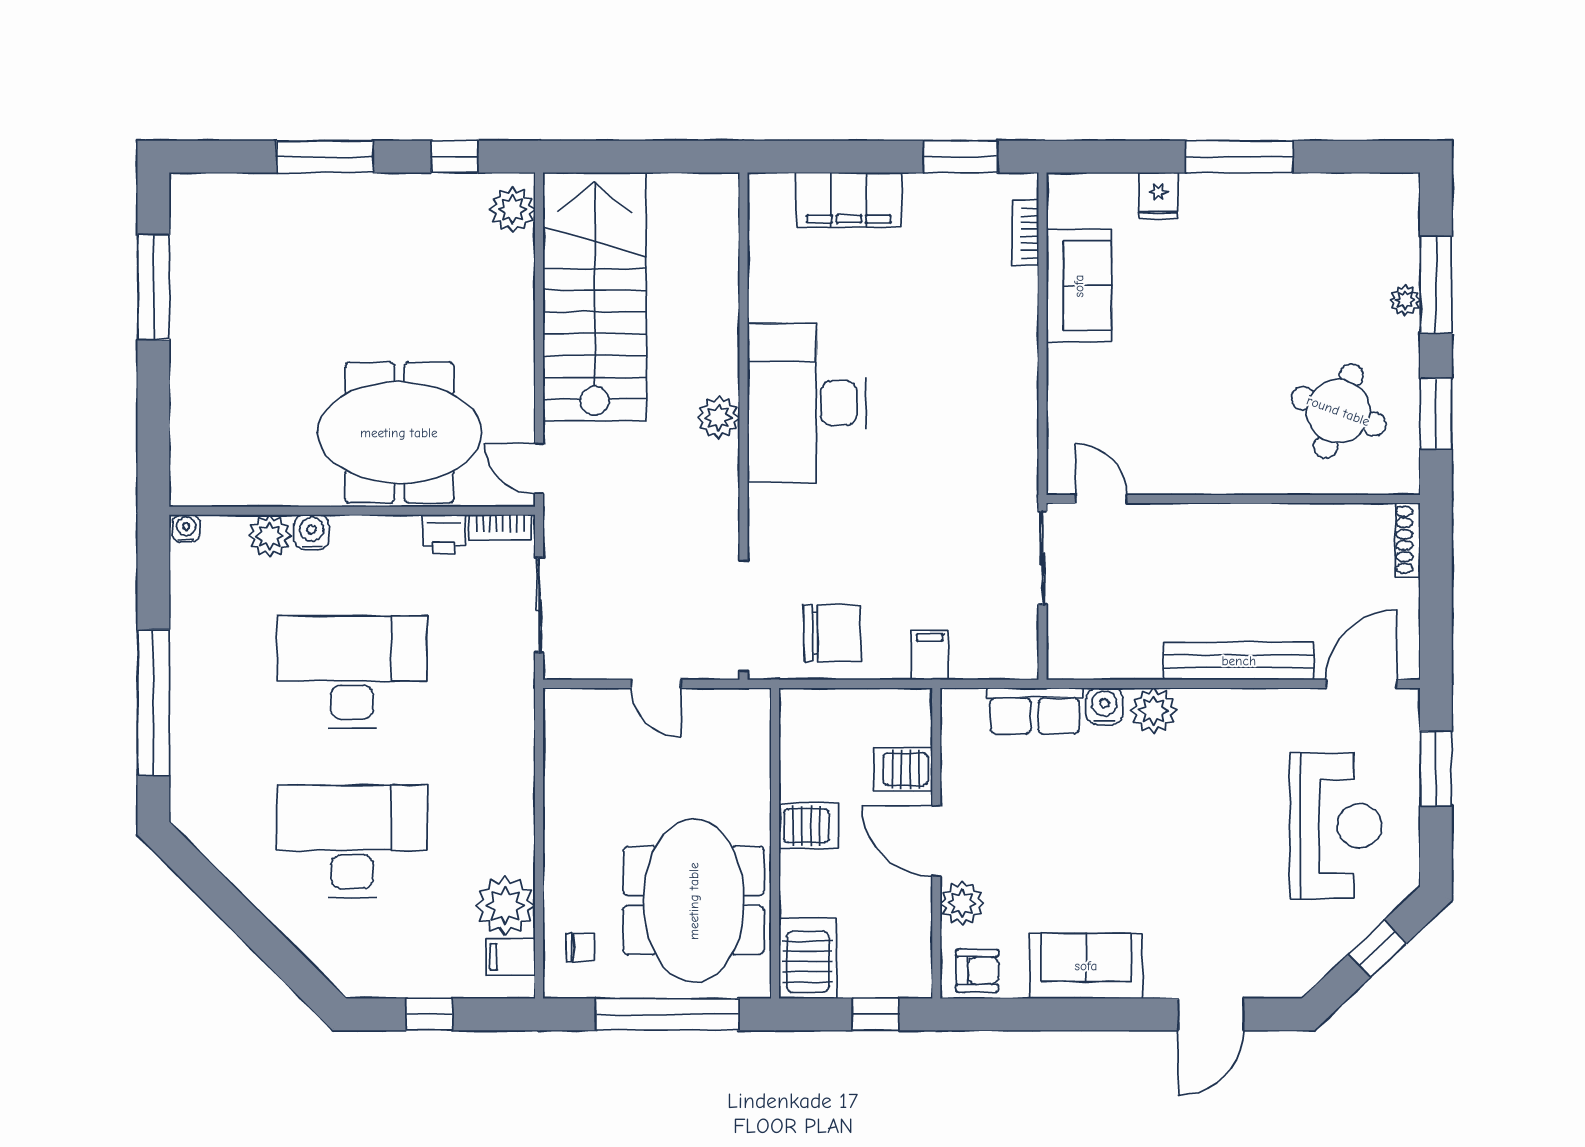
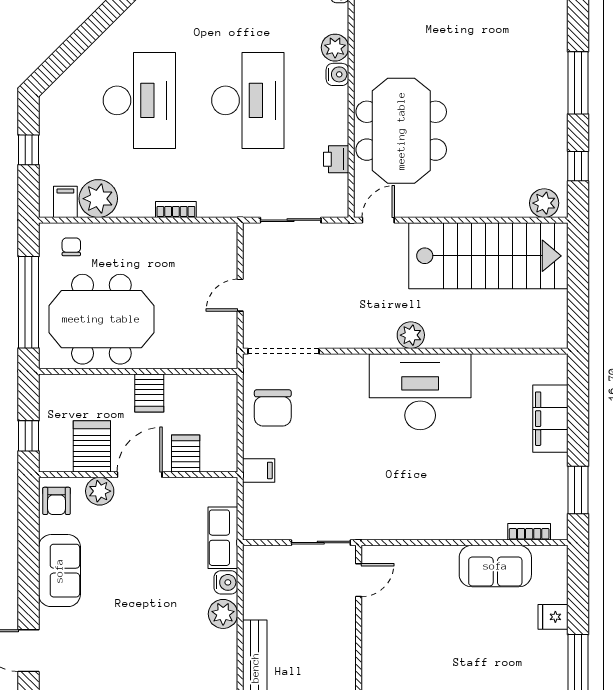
bookcase: (500, 527) -> (176, 209), moved, turned 90
chair: (581, 948) -> (71, 247), turned 180
server rack: (808, 958) -> (92, 446), moved, turned -90

